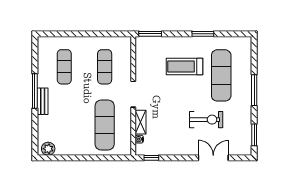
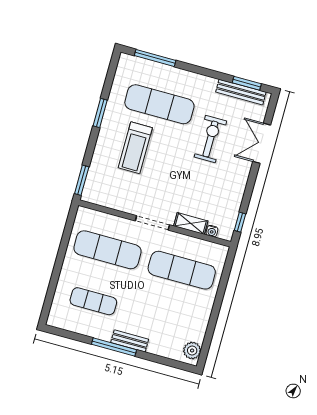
exercise mat: (105, 67) -> (108, 250), width x1.36, depth x1.45
window: (254, 90) -> (155, 58), moved
bench: (246, 132) -> (241, 92), added

